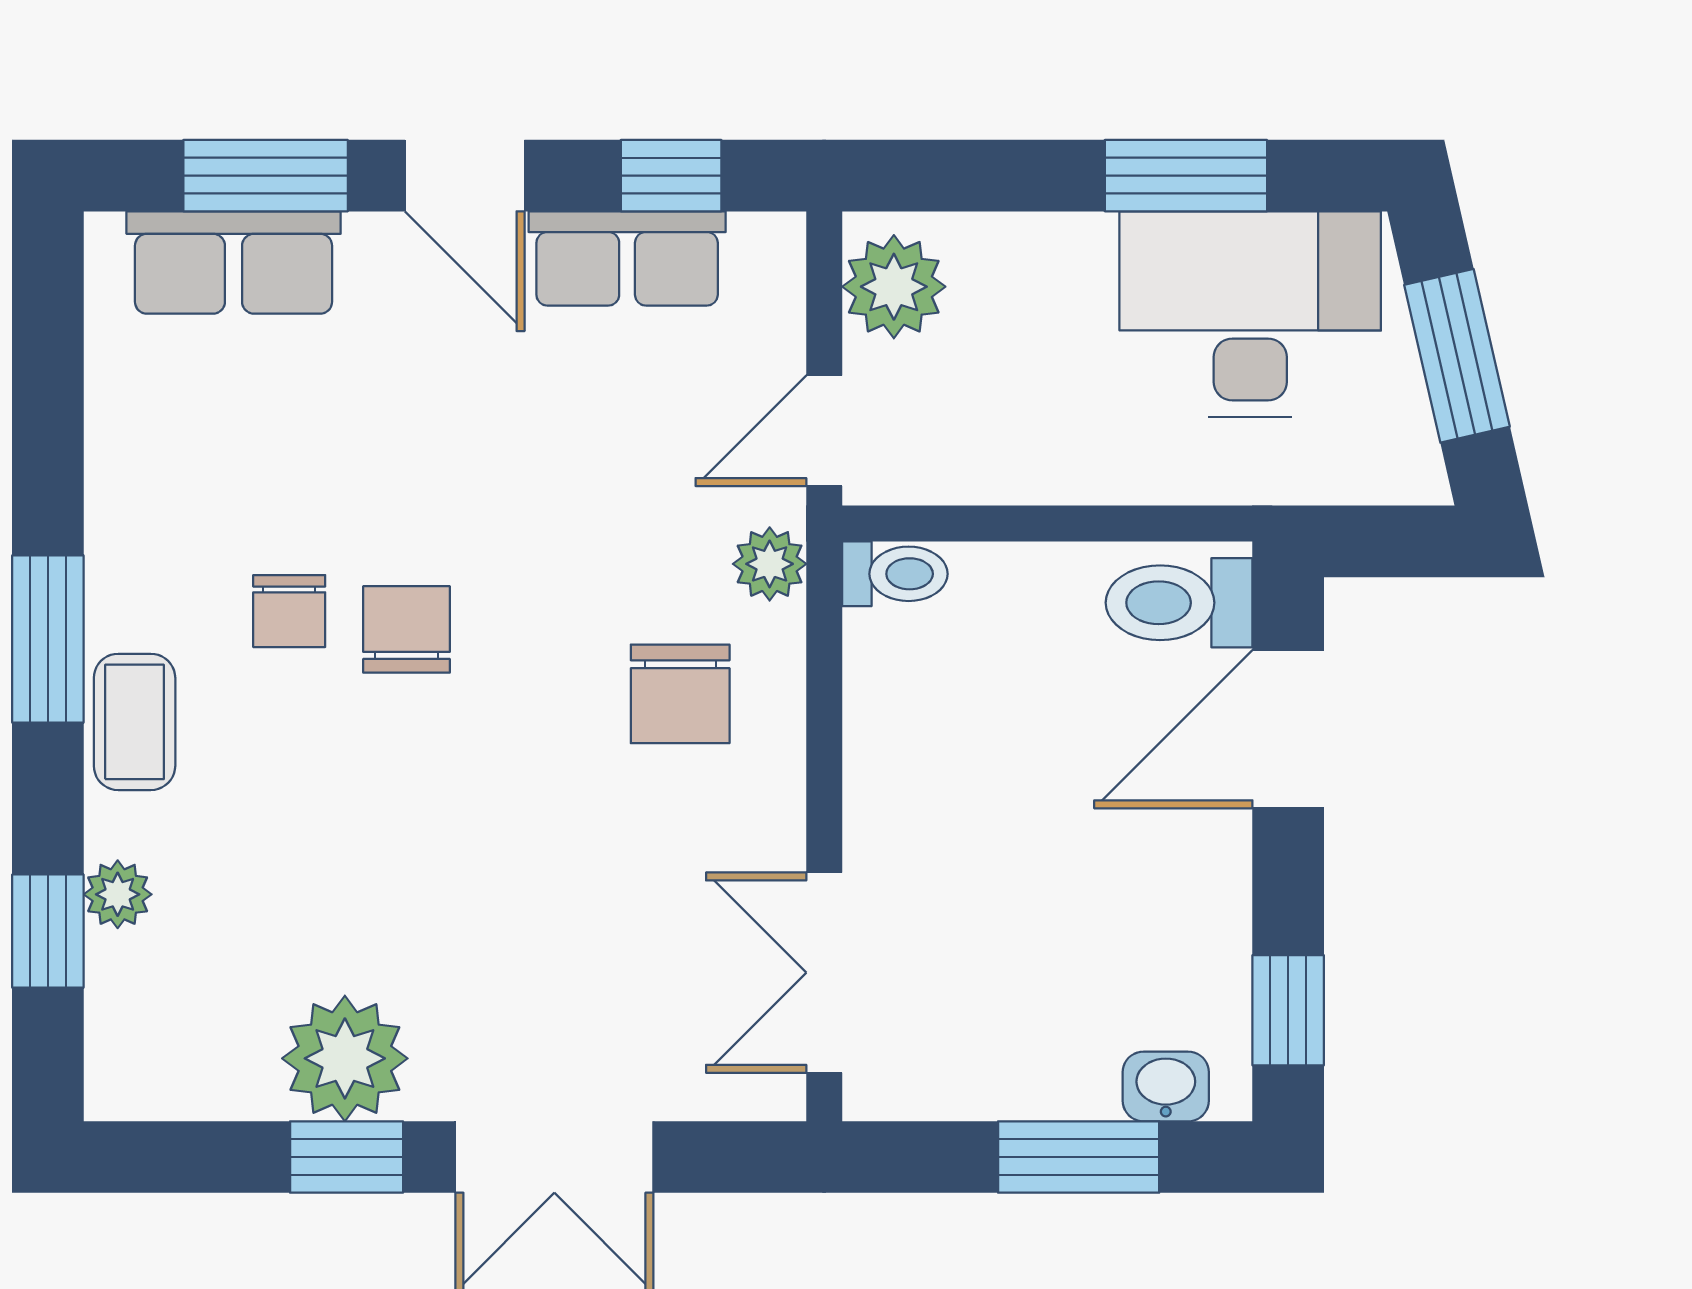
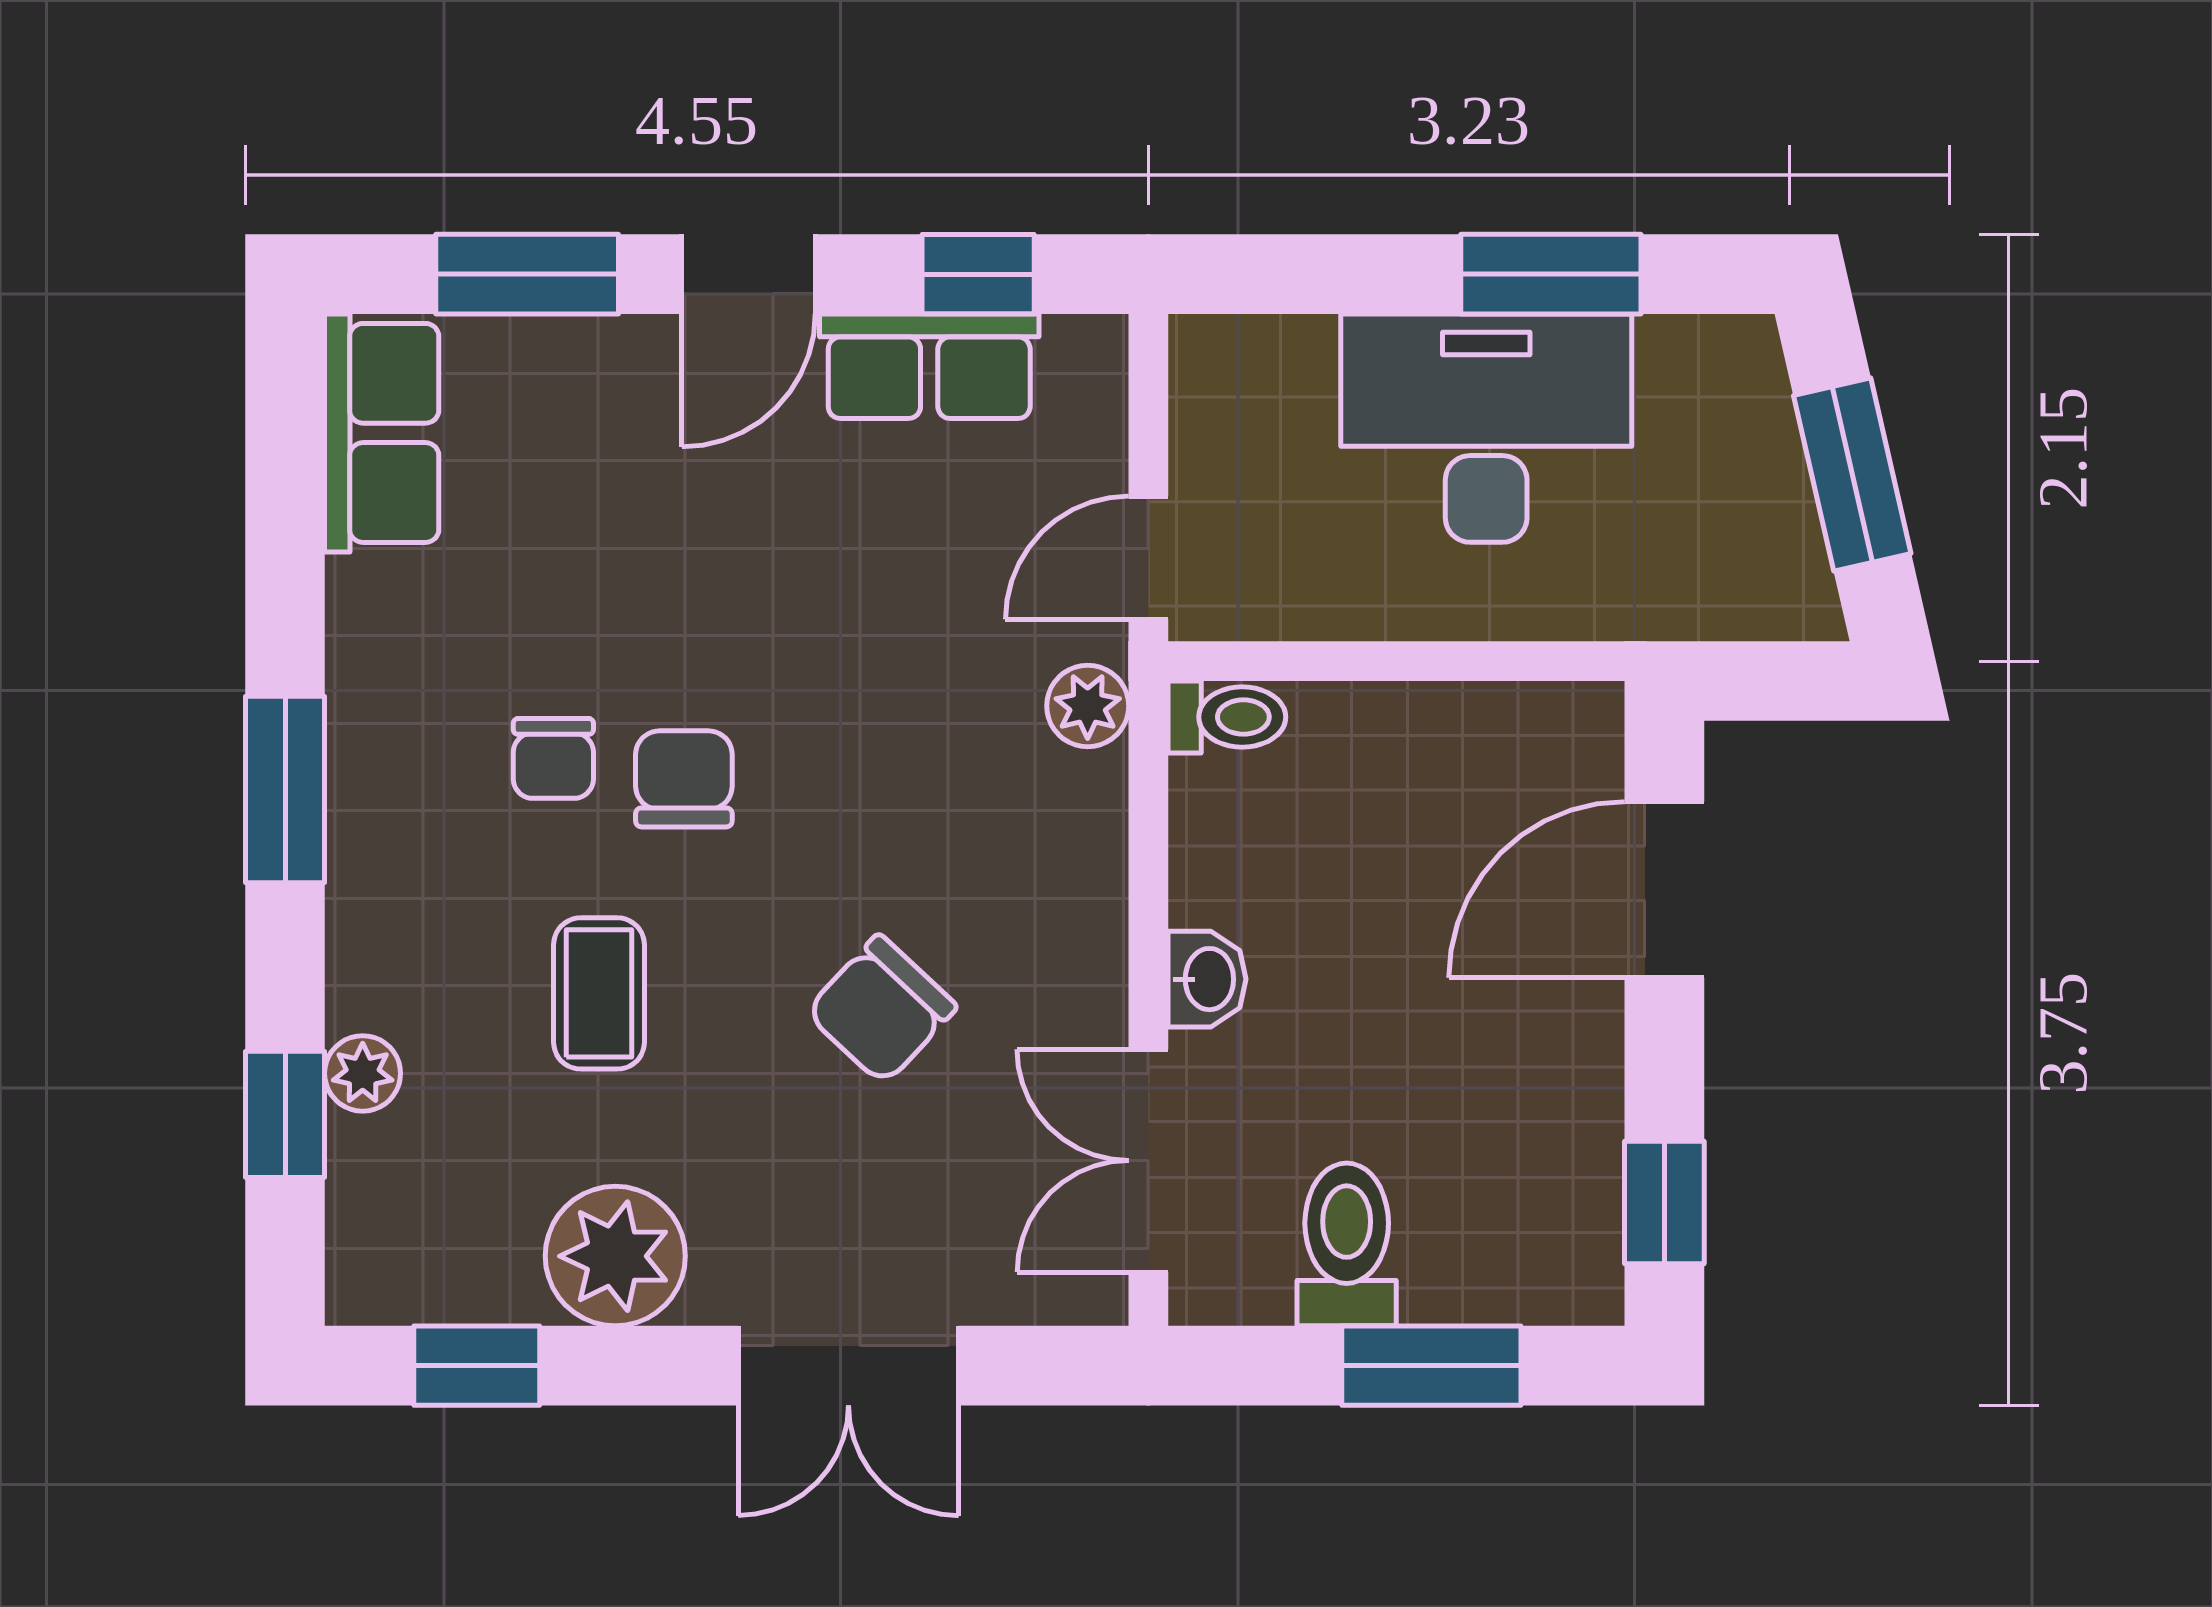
door: (465, 176) -> (749, 274), hinge flipped
row of seats: (234, 262) -> (382, 433), moved, turned -90
plant: (894, 287) -> (1226, 398), removed
desk: (1250, 314) -> (1486, 428), moved
toilet: (1179, 603) -> (1347, 1244), moved, turned 90
chair: (680, 694) -> (881, 1010), moved, turned 43
coffee table: (135, 722) -> (599, 993), moved
washbasin: (1166, 1086) -> (1207, 979), moved, turned 90
window: (347, 1157) -> (477, 1366), moved

